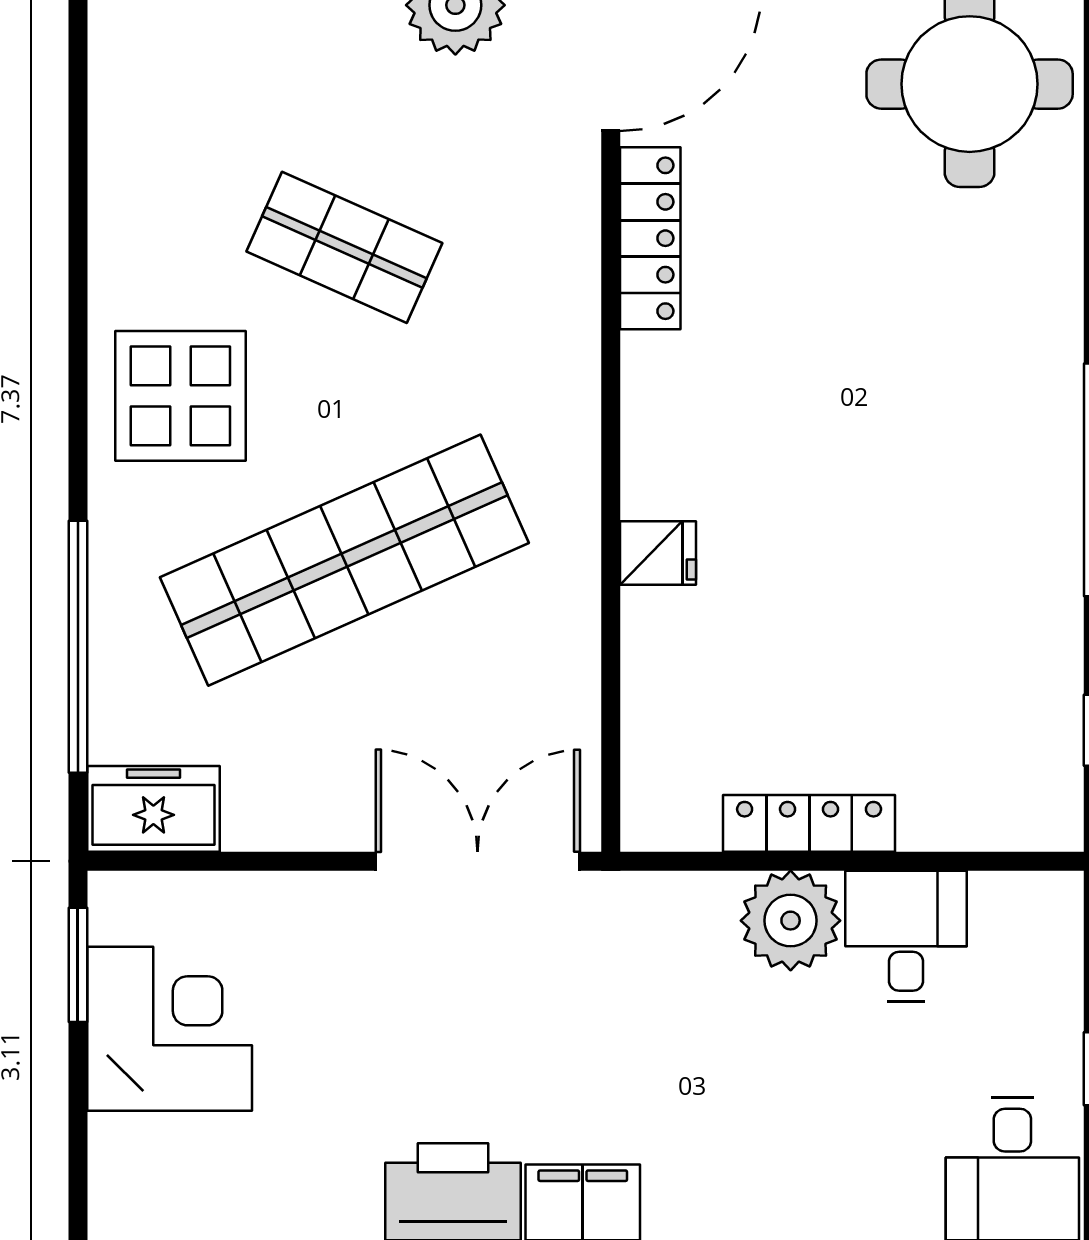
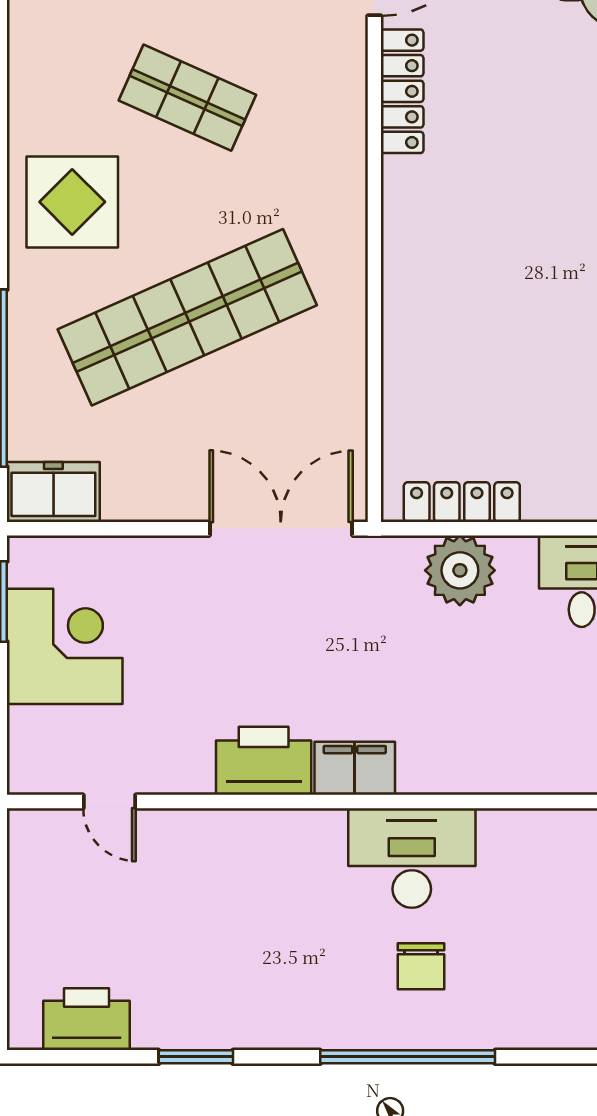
fridge: (658, 553) -> (408, 312), removed
locker: (809, 823) -> (462, 502), moved
plant: (791, 921) -> (460, 570), moved

